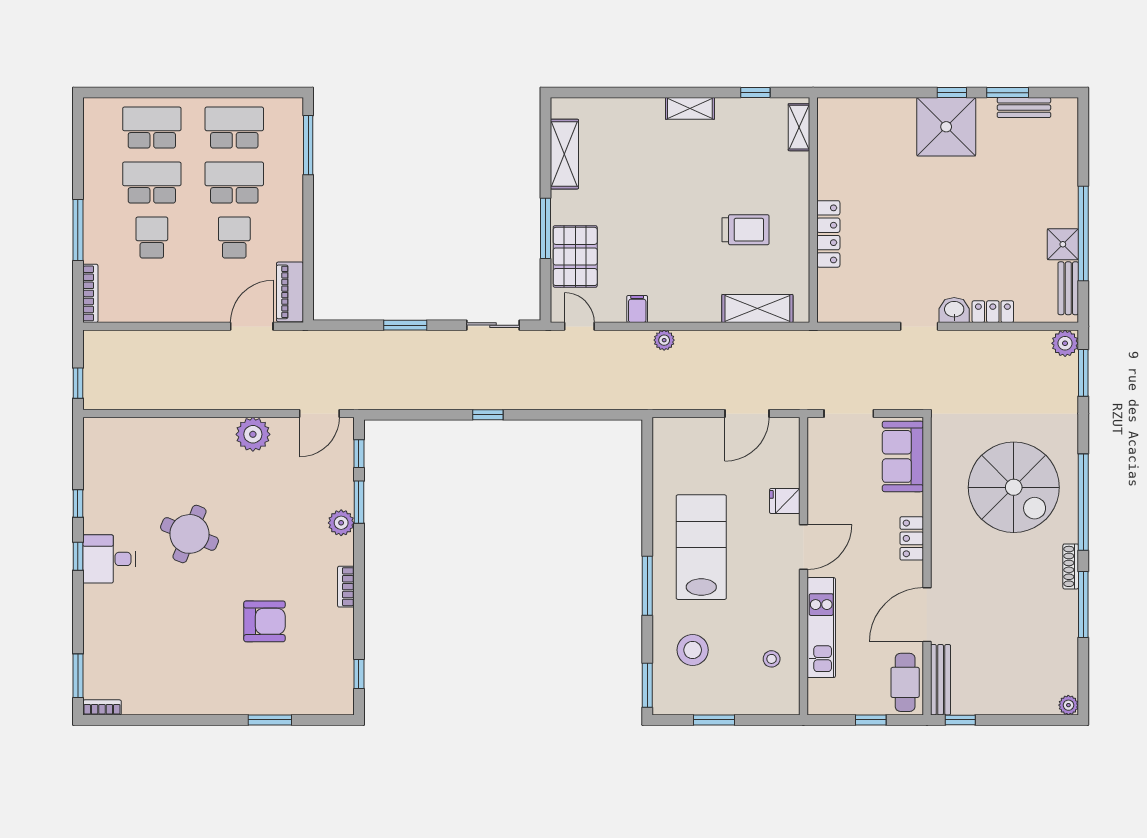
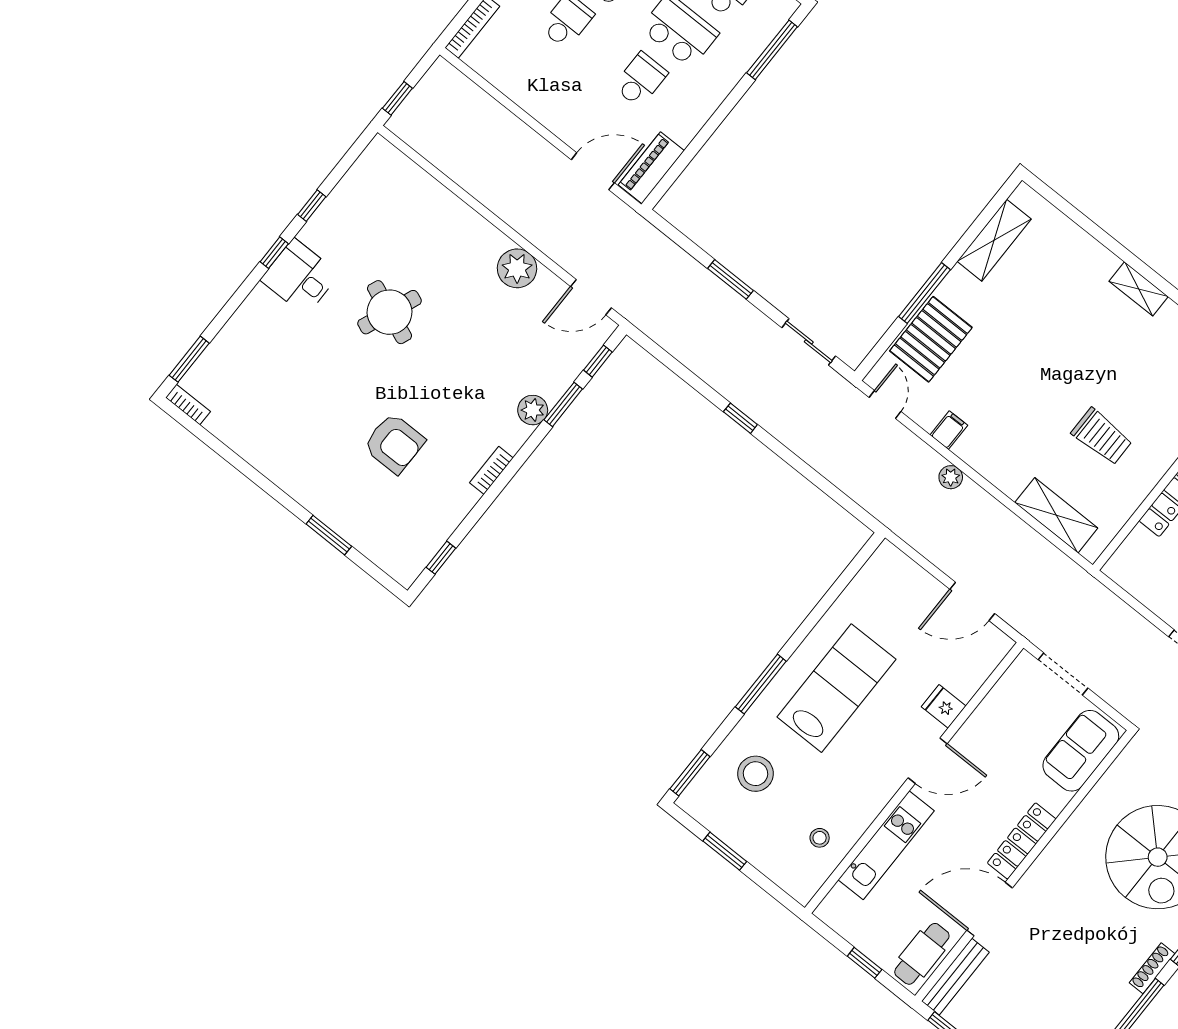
locker: (912, 538) -> (1022, 841), width x1.53

